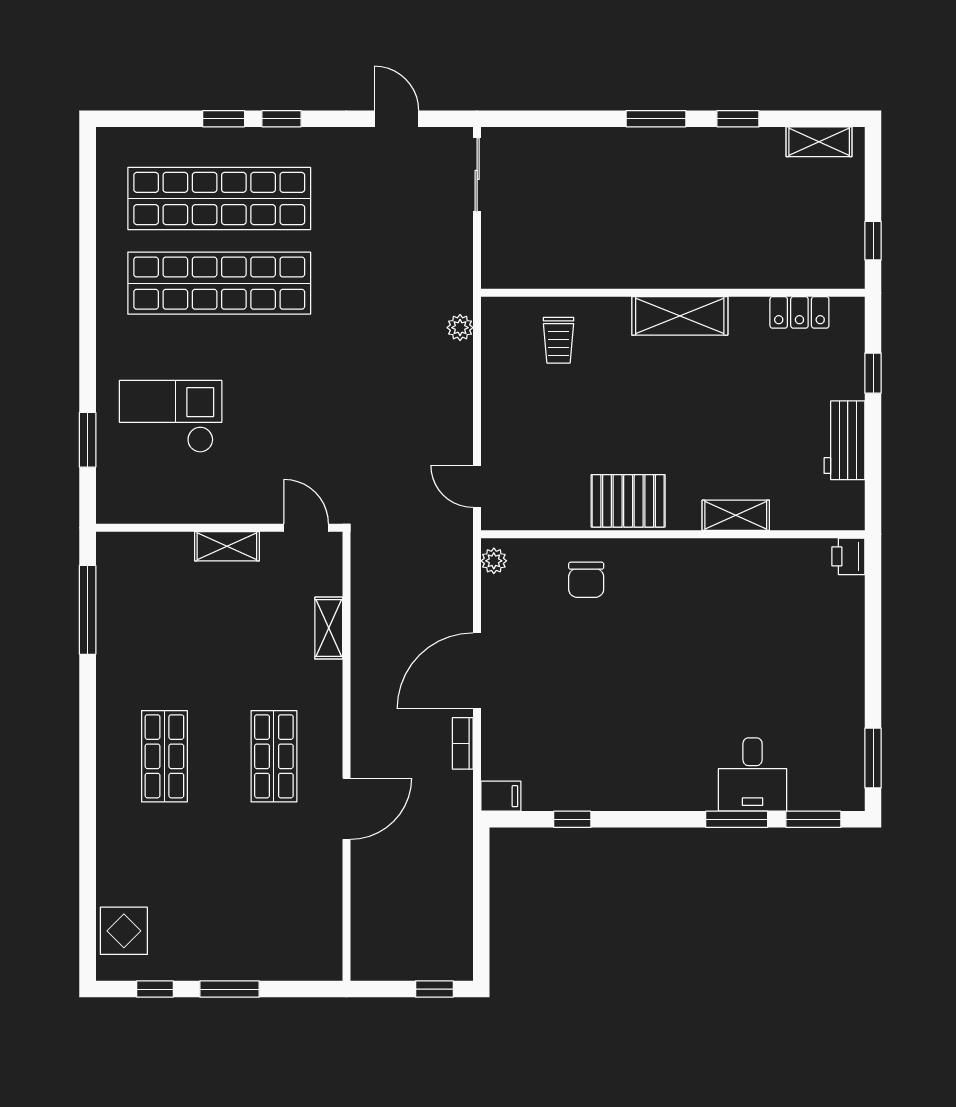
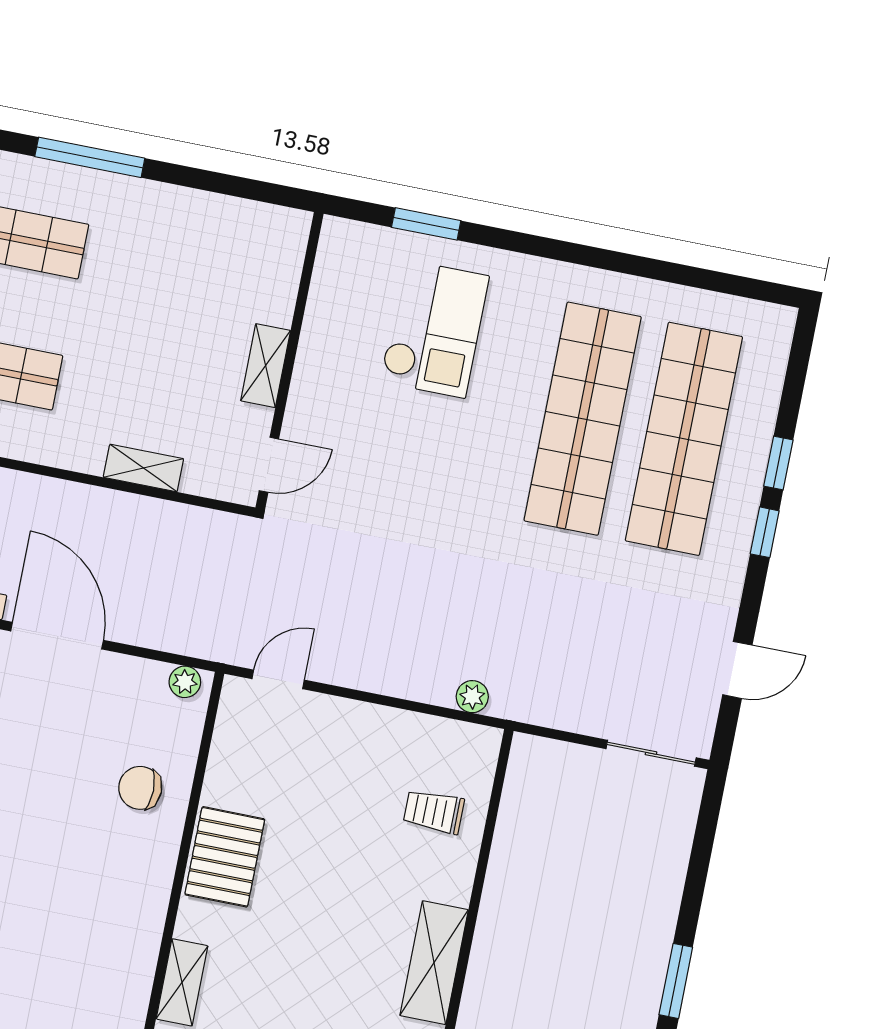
window: (88, 610) -> (90, 157), moved

